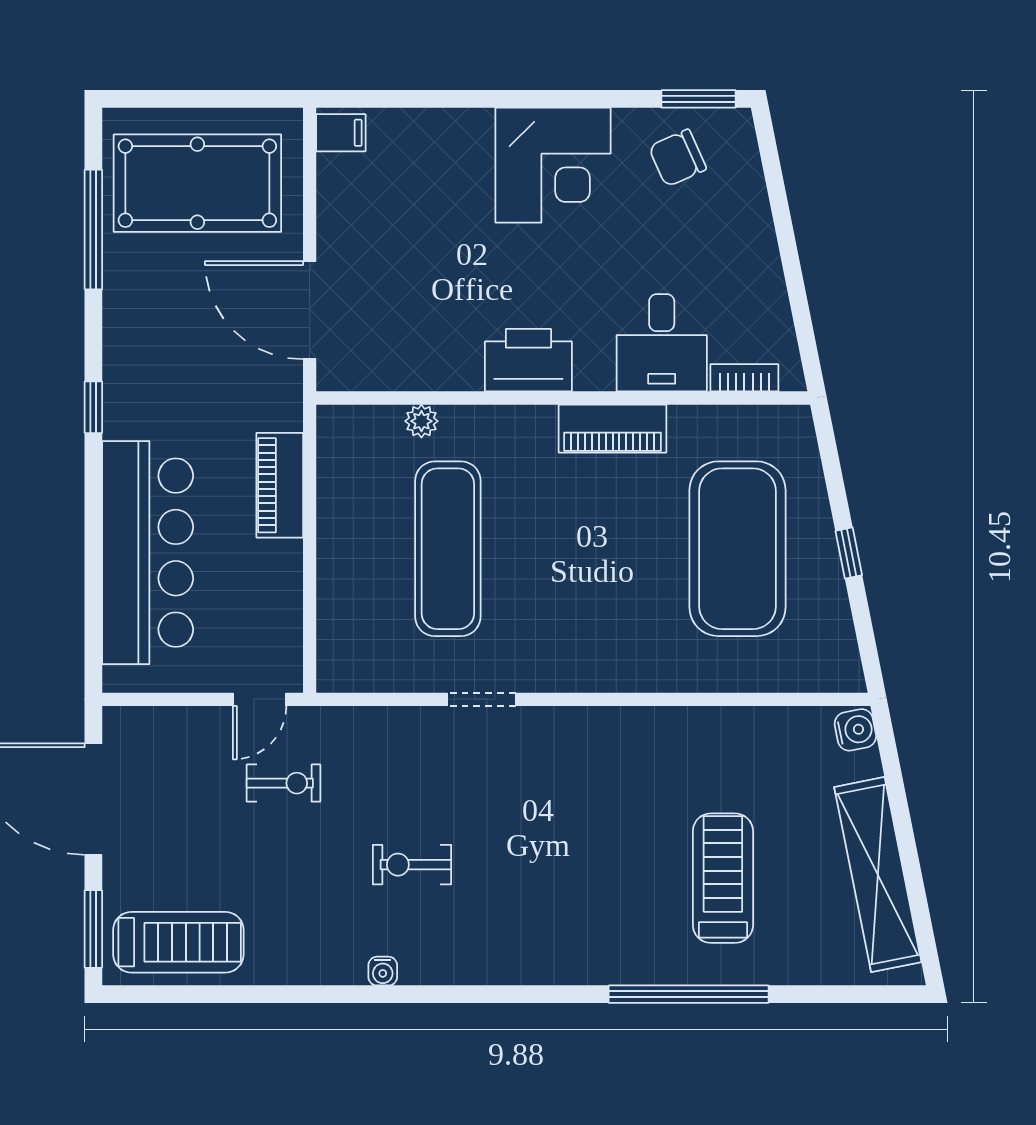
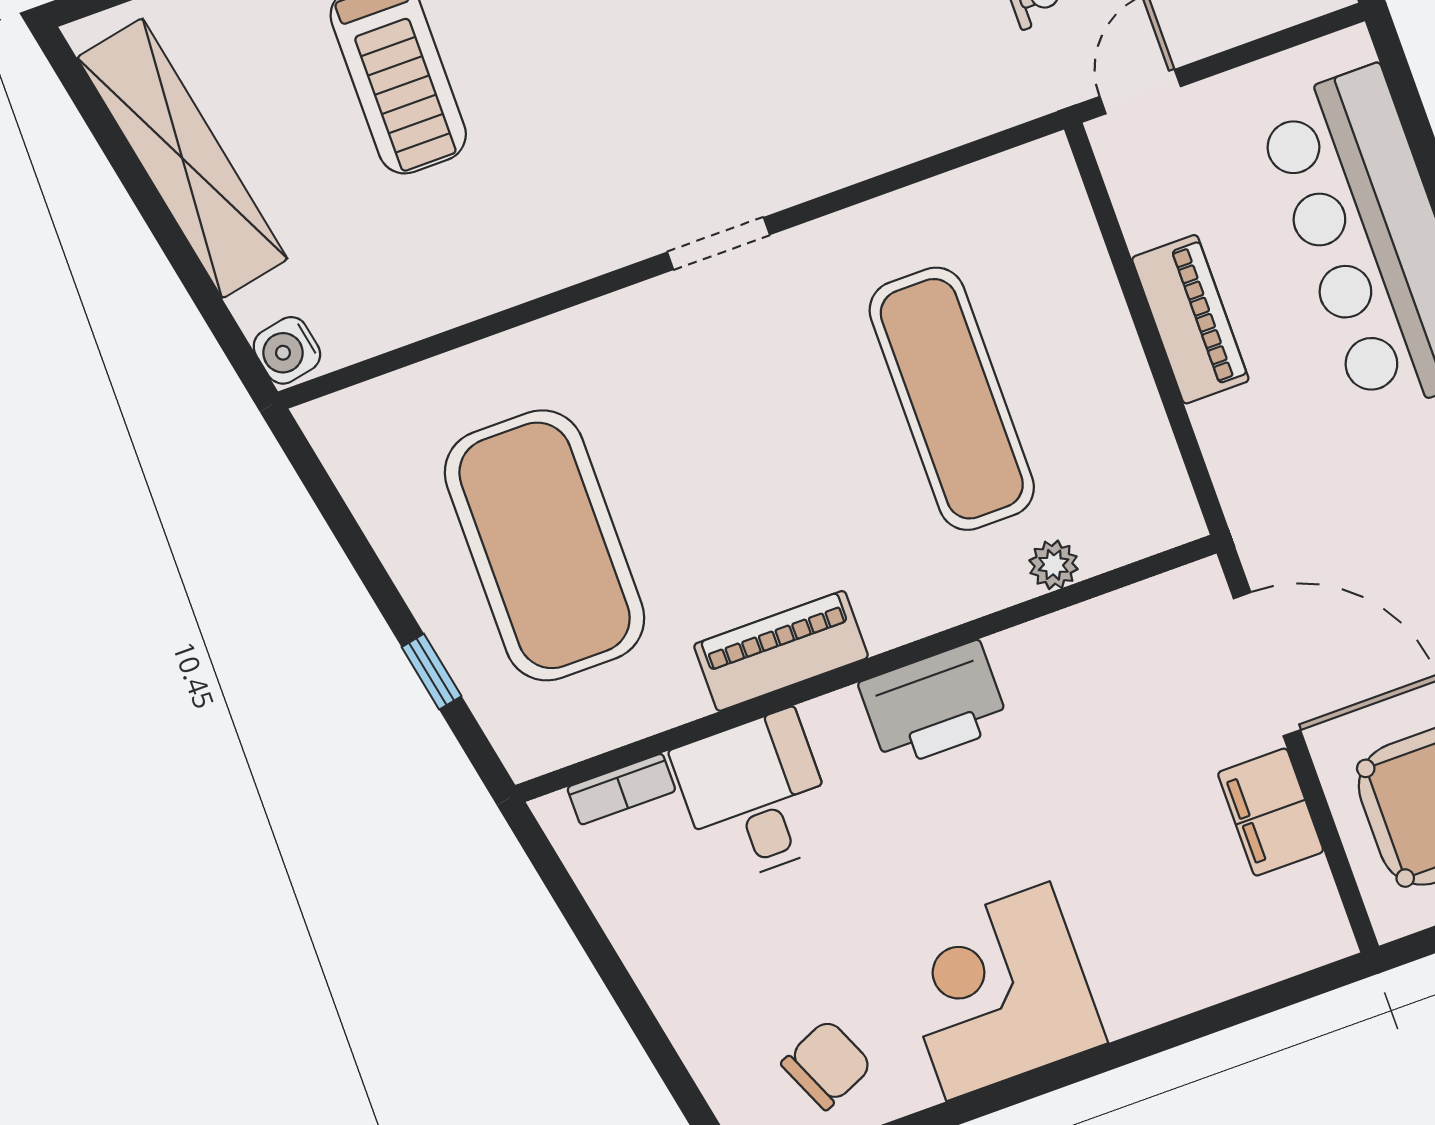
filing cabinet: (341, 133) -> (1271, 812), moved, width x2.00
piano: (280, 485) -> (1190, 319), moved
window: (849, 553) -> (432, 672), moved
doorway: (481, 699) -> (718, 243), moved

